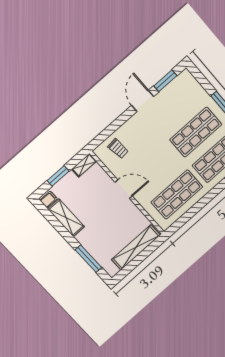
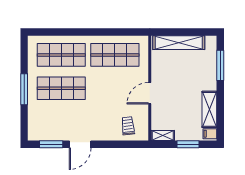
door: (124, 189) -> (150, 93), hinge flipped

